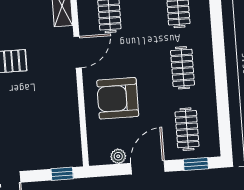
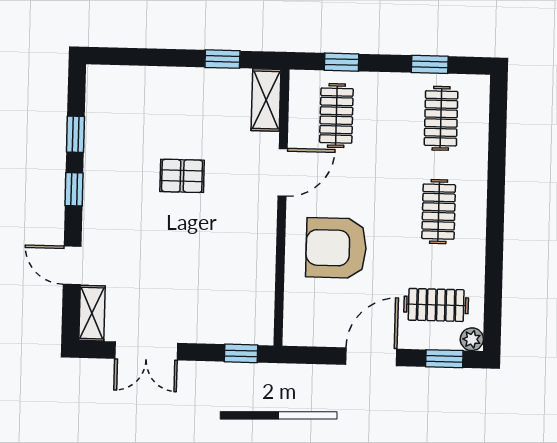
clothes rail: (187, 129) -> (436, 305), turned 90
plant: (118, 156) -> (472, 339), moved

